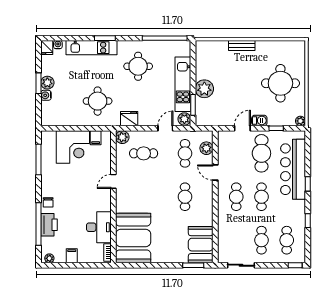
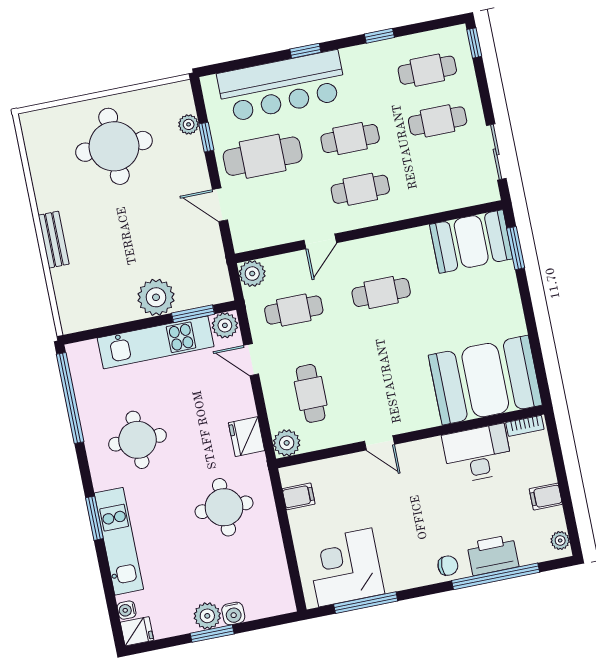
barbecue: (259, 120) -> (197, 174), removed
plant: (300, 121) -> (189, 124), moved
corner desk: (73, 147) -> (345, 567), moved, turned -90
plant: (206, 148) -> (252, 274), moved

